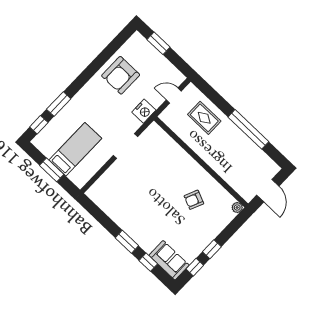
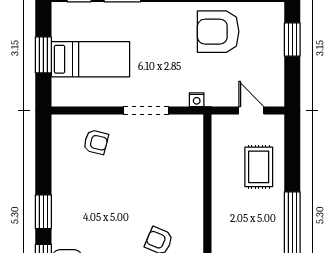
nightstand: (144, 111) -> (197, 100), width x0.53, depth x0.56
armchair: (118, 185) -> (96, 142), added

